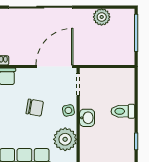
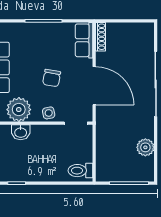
door: (54, 67) -> (94, 86), moved
toilet: (123, 111) -> (80, 171), moved, turned -90
washbasin: (87, 118) -> (21, 132), moved

